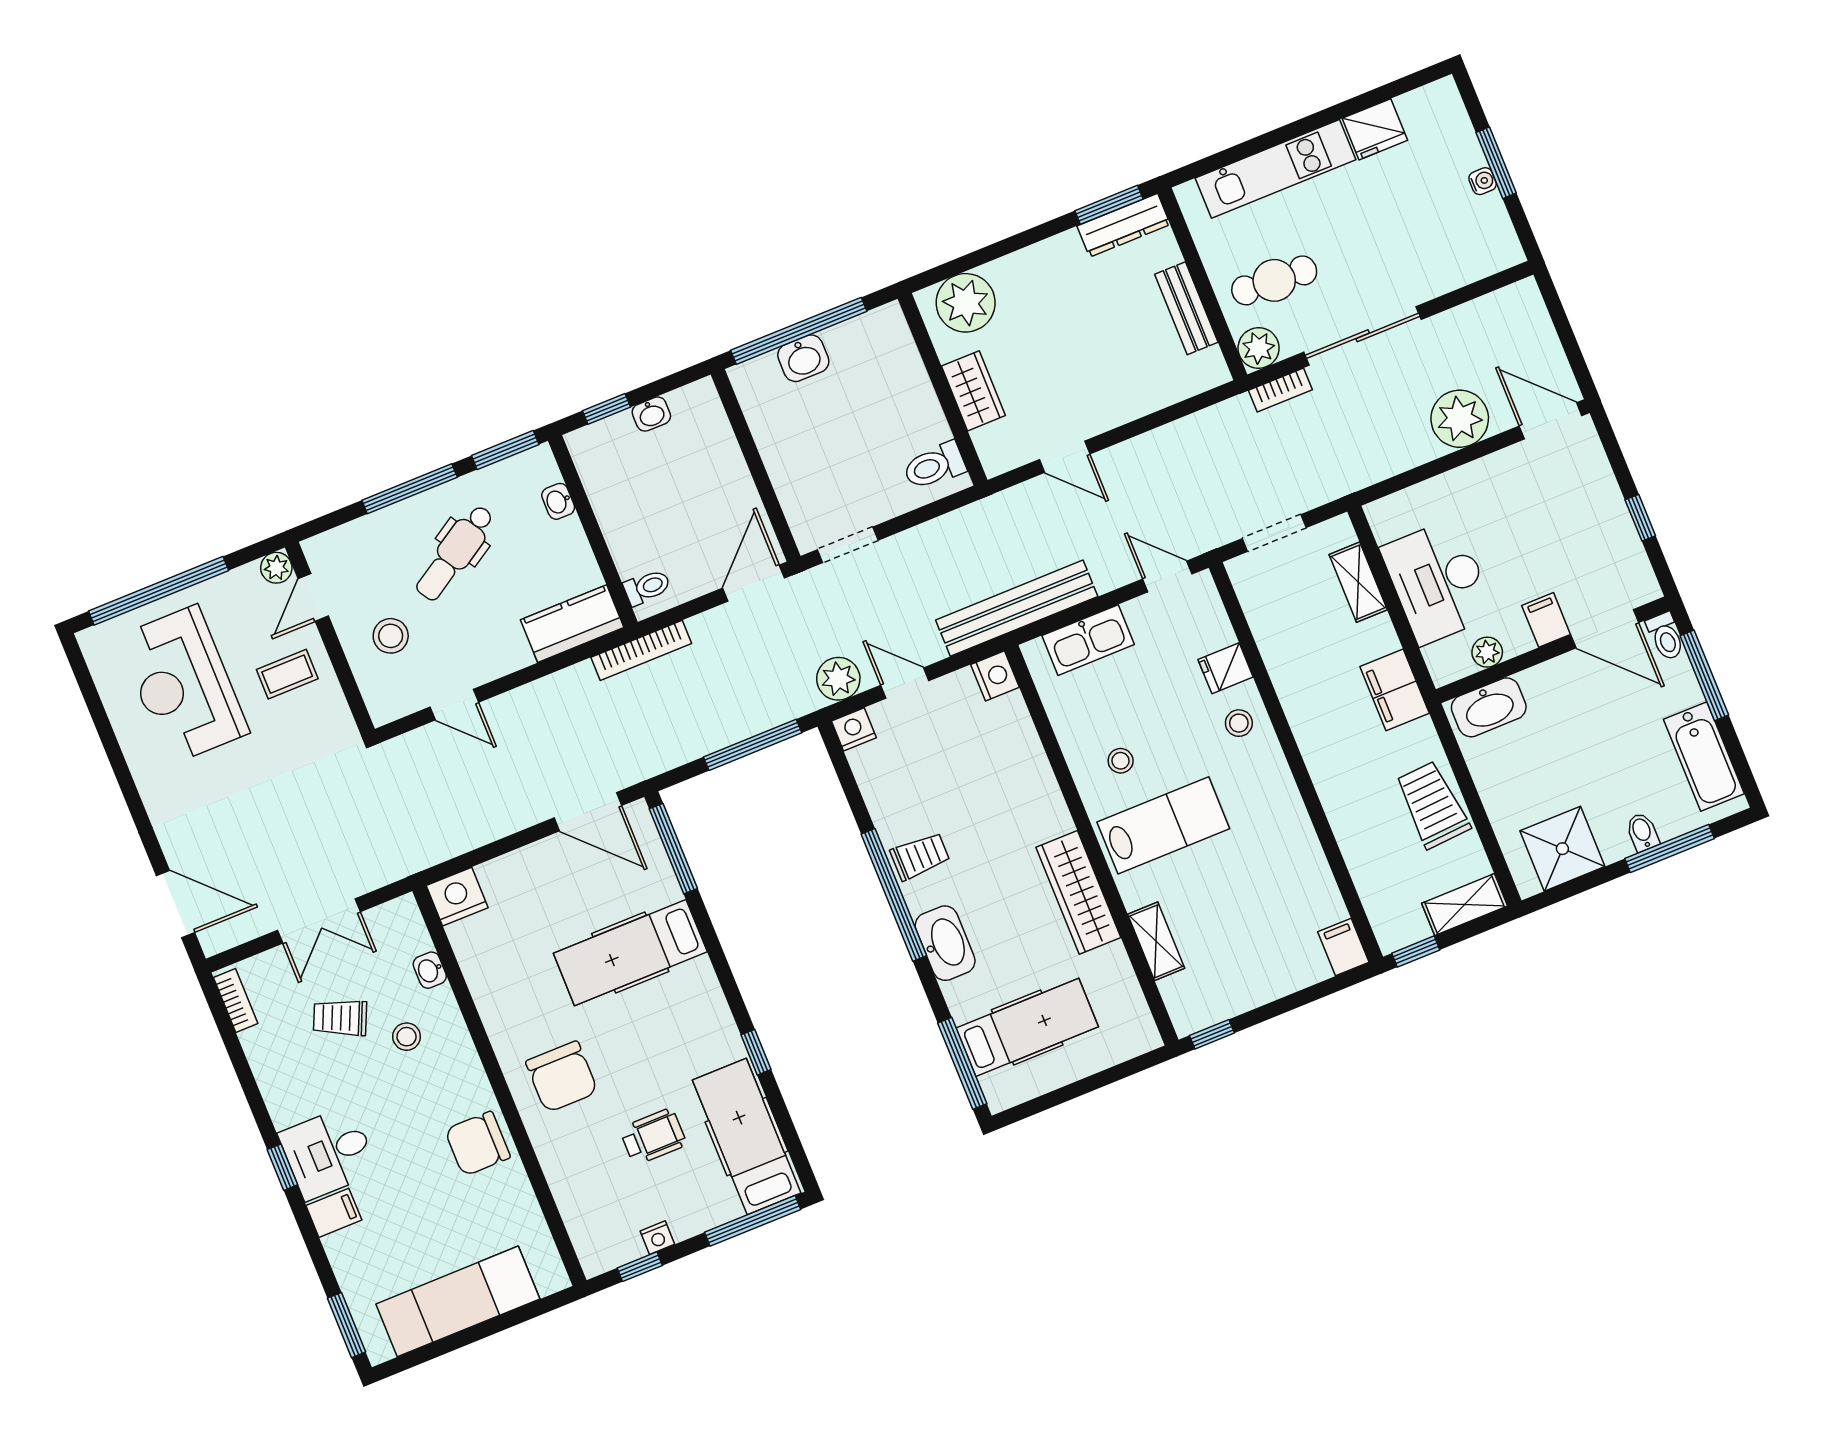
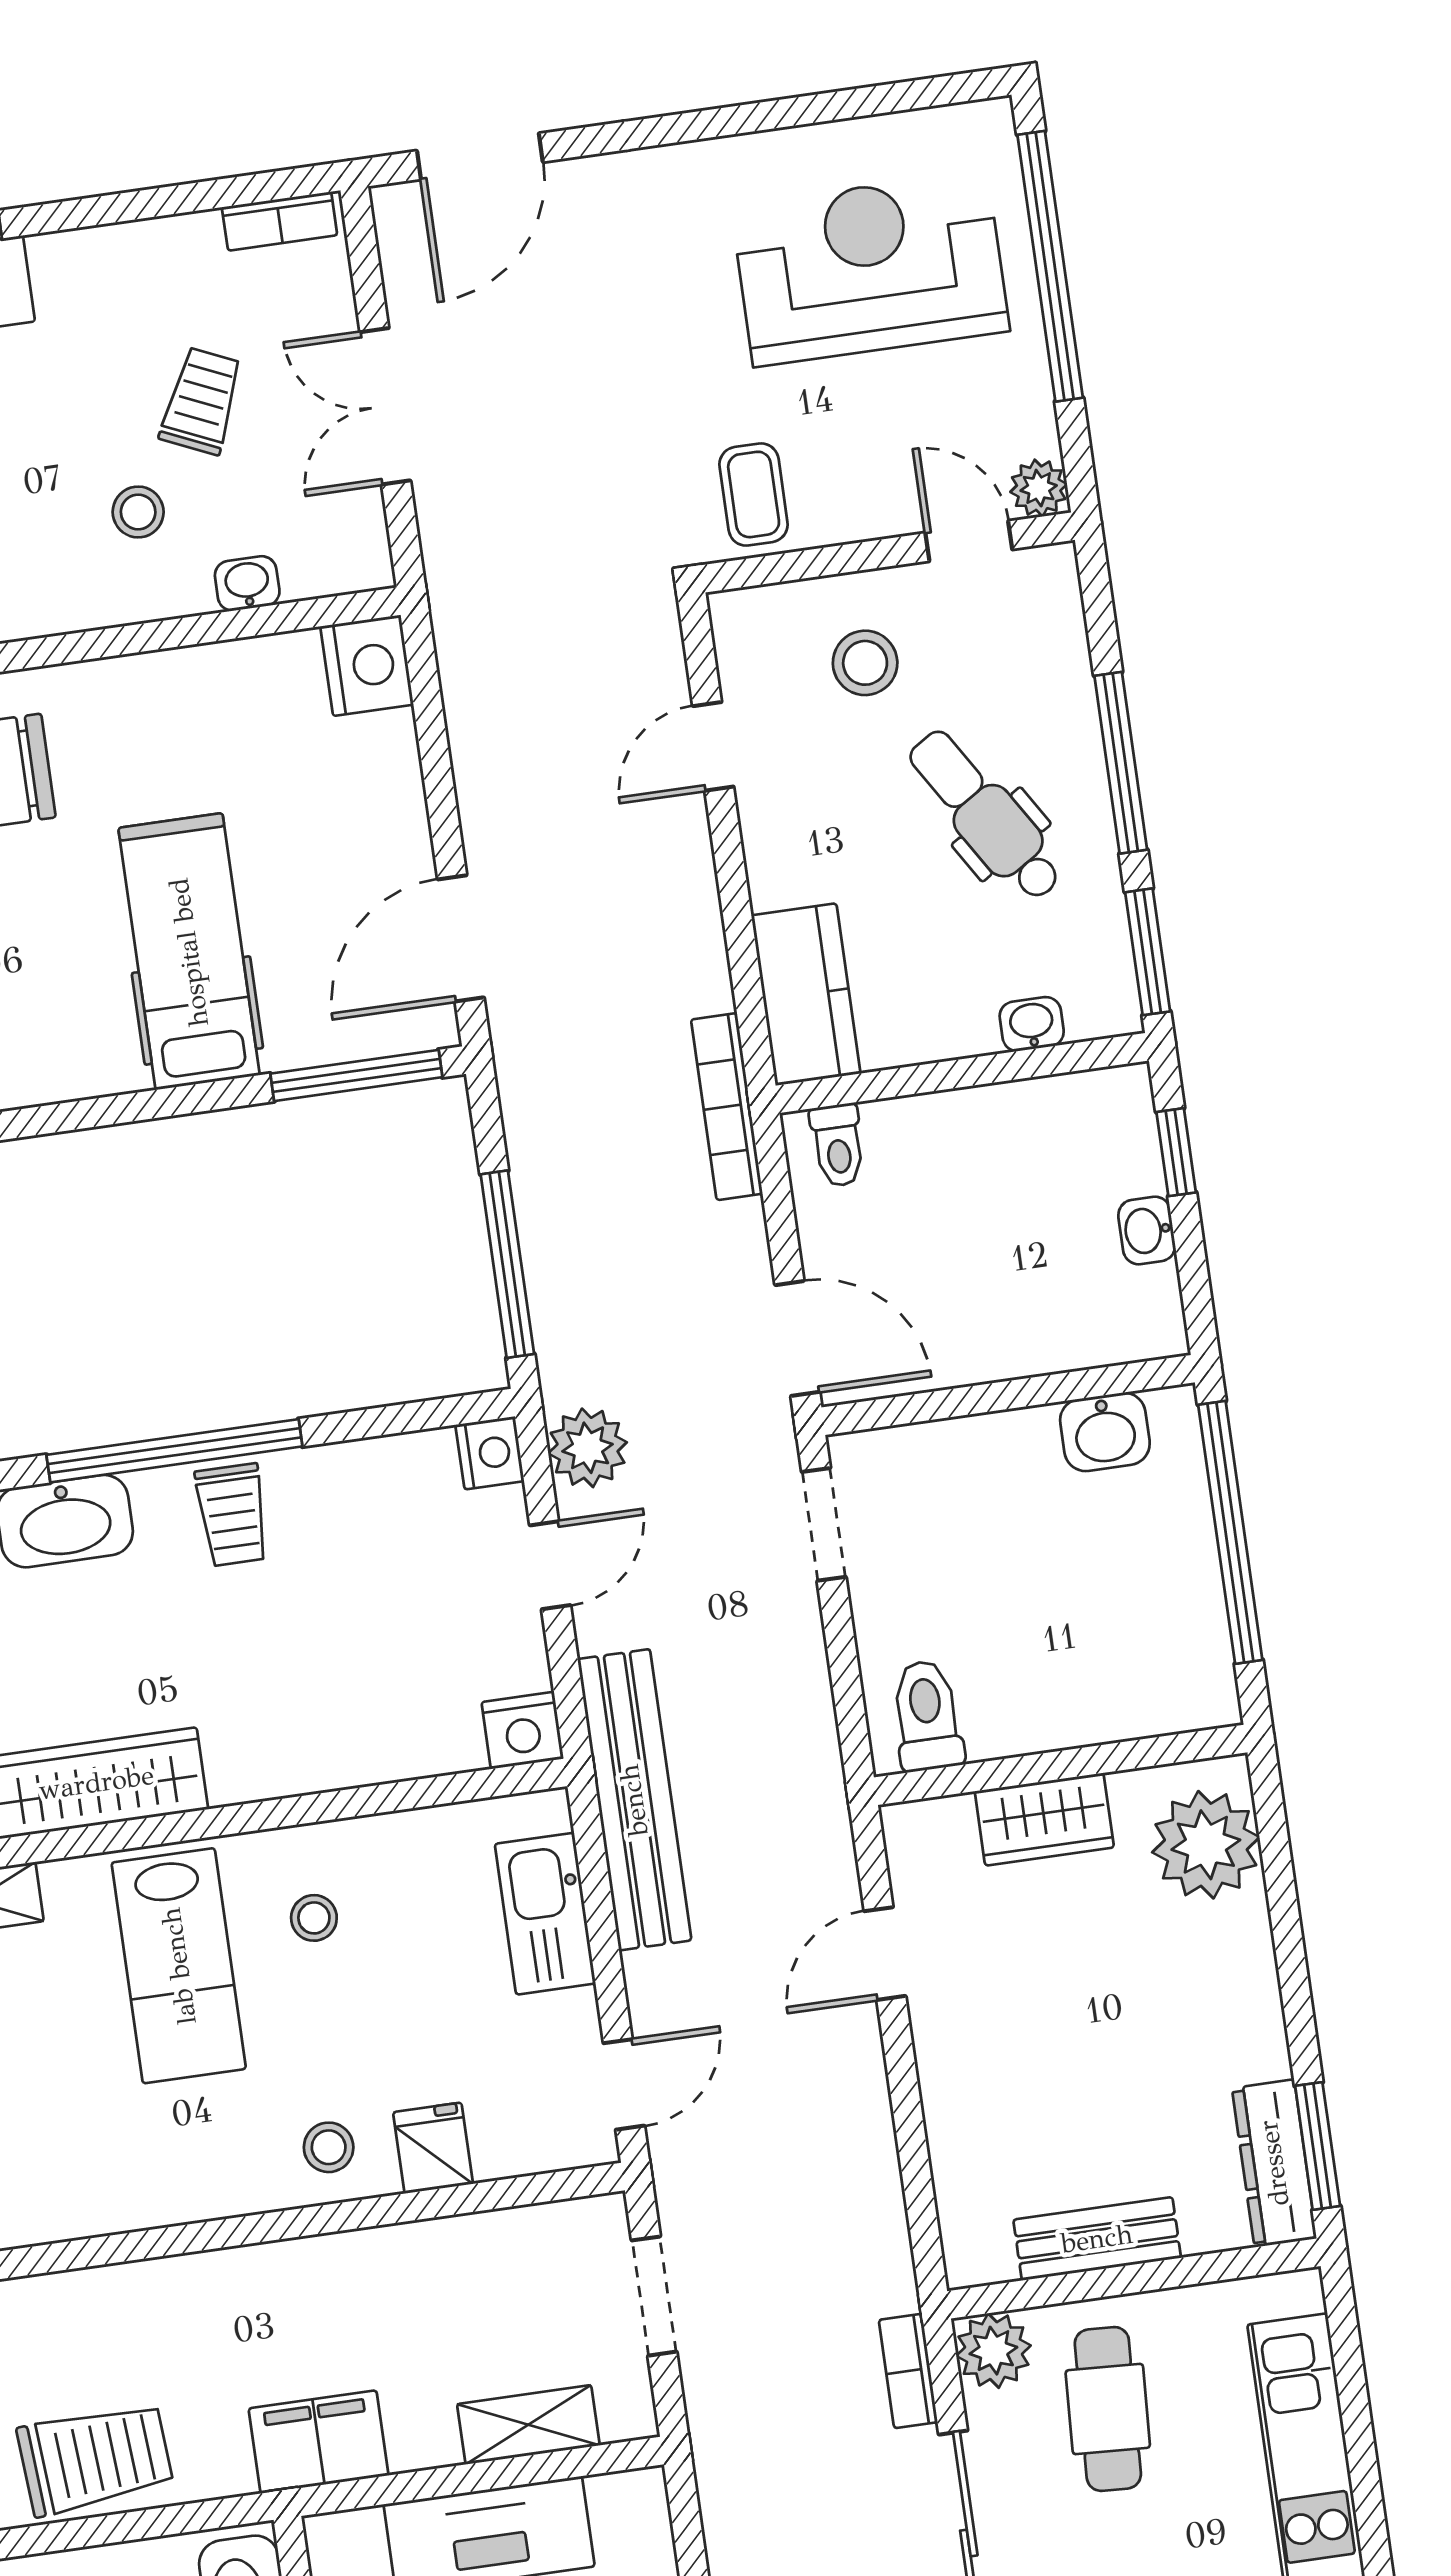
washbasin: (803, 358) -> (1105, 1432), moved, turned -90
coffee table: (287, 674) -> (754, 494), moved

